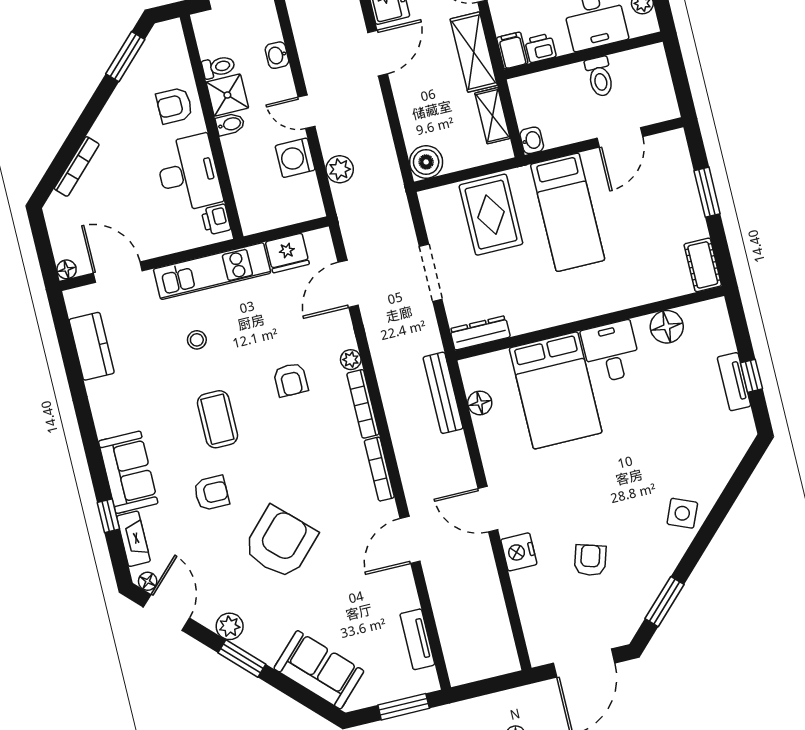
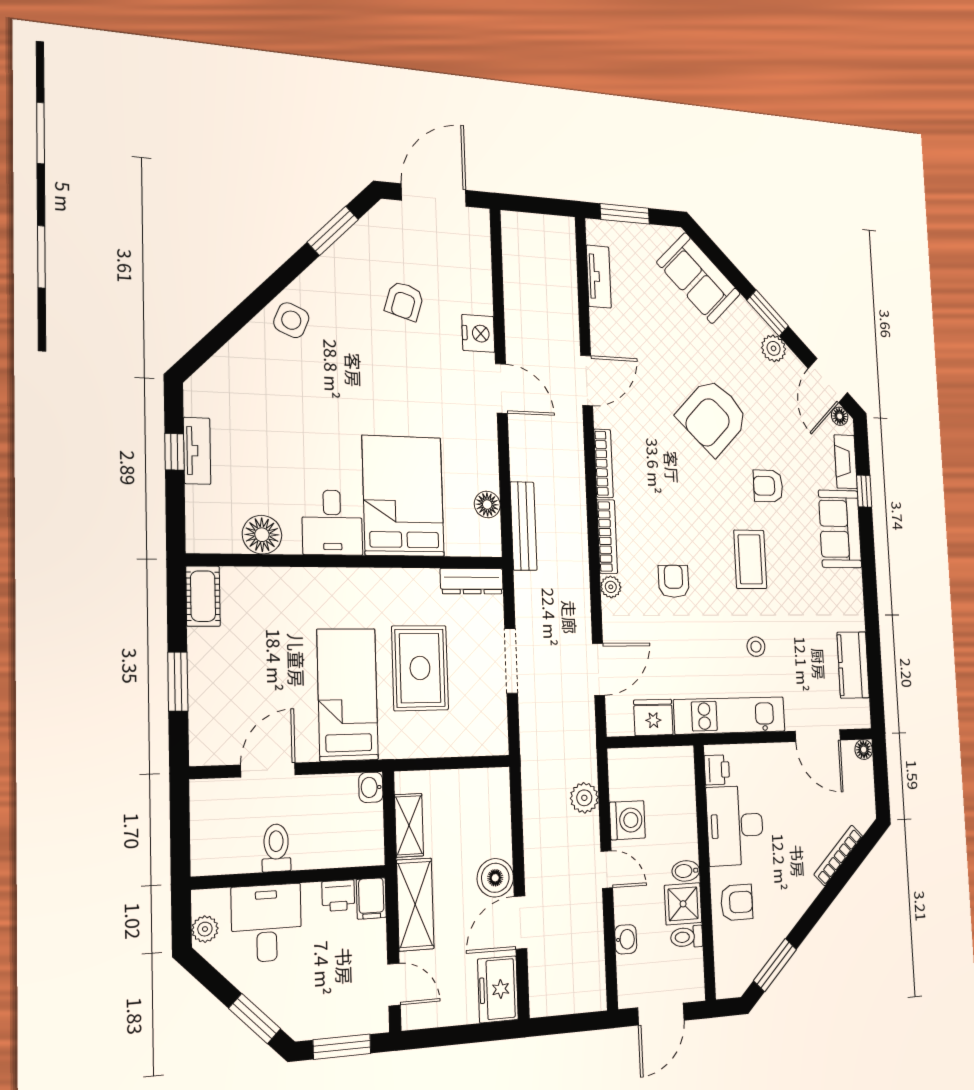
boiler: (426, 162) -> (495, 878), moved
rug: (491, 215) -> (420, 668), moved

